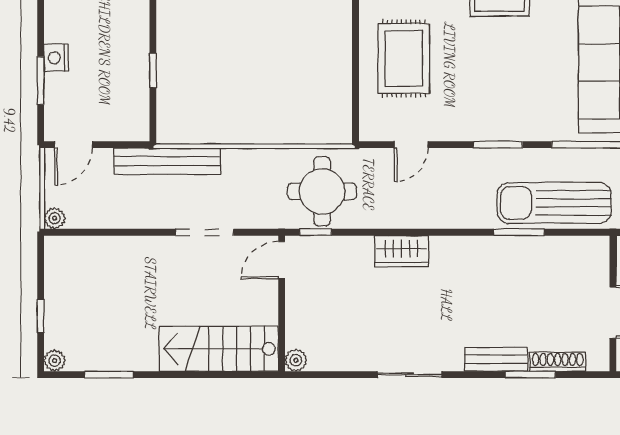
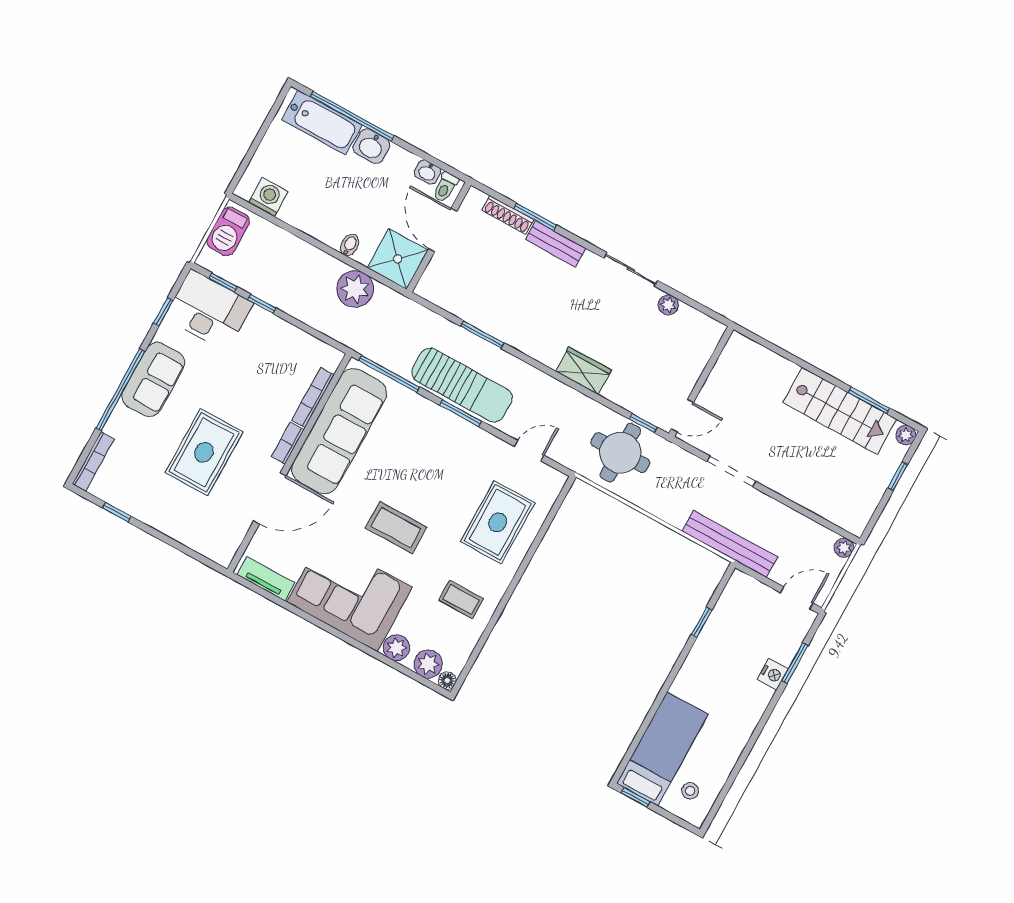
sun lounger: (554, 203) -> (462, 385), moved
stairs: (219, 349) -> (840, 411), moved
plant: (296, 360) -> (668, 305), moved

